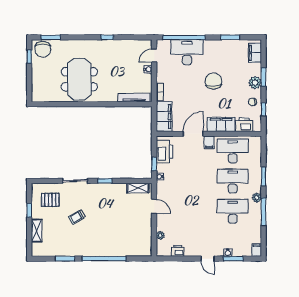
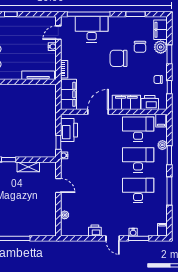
chair: (235, 70) -> (140, 47), added
chair: (213, 81) -> (119, 58), turned -88
plant: (255, 83) -> (161, 47), moved
filing cabinet: (209, 142) -> (161, 121), moved
shelving: (138, 188) -> (28, 167), moved
plant: (257, 198) -> (162, 145), moved
printer: (178, 251) -> (95, 230), moved

